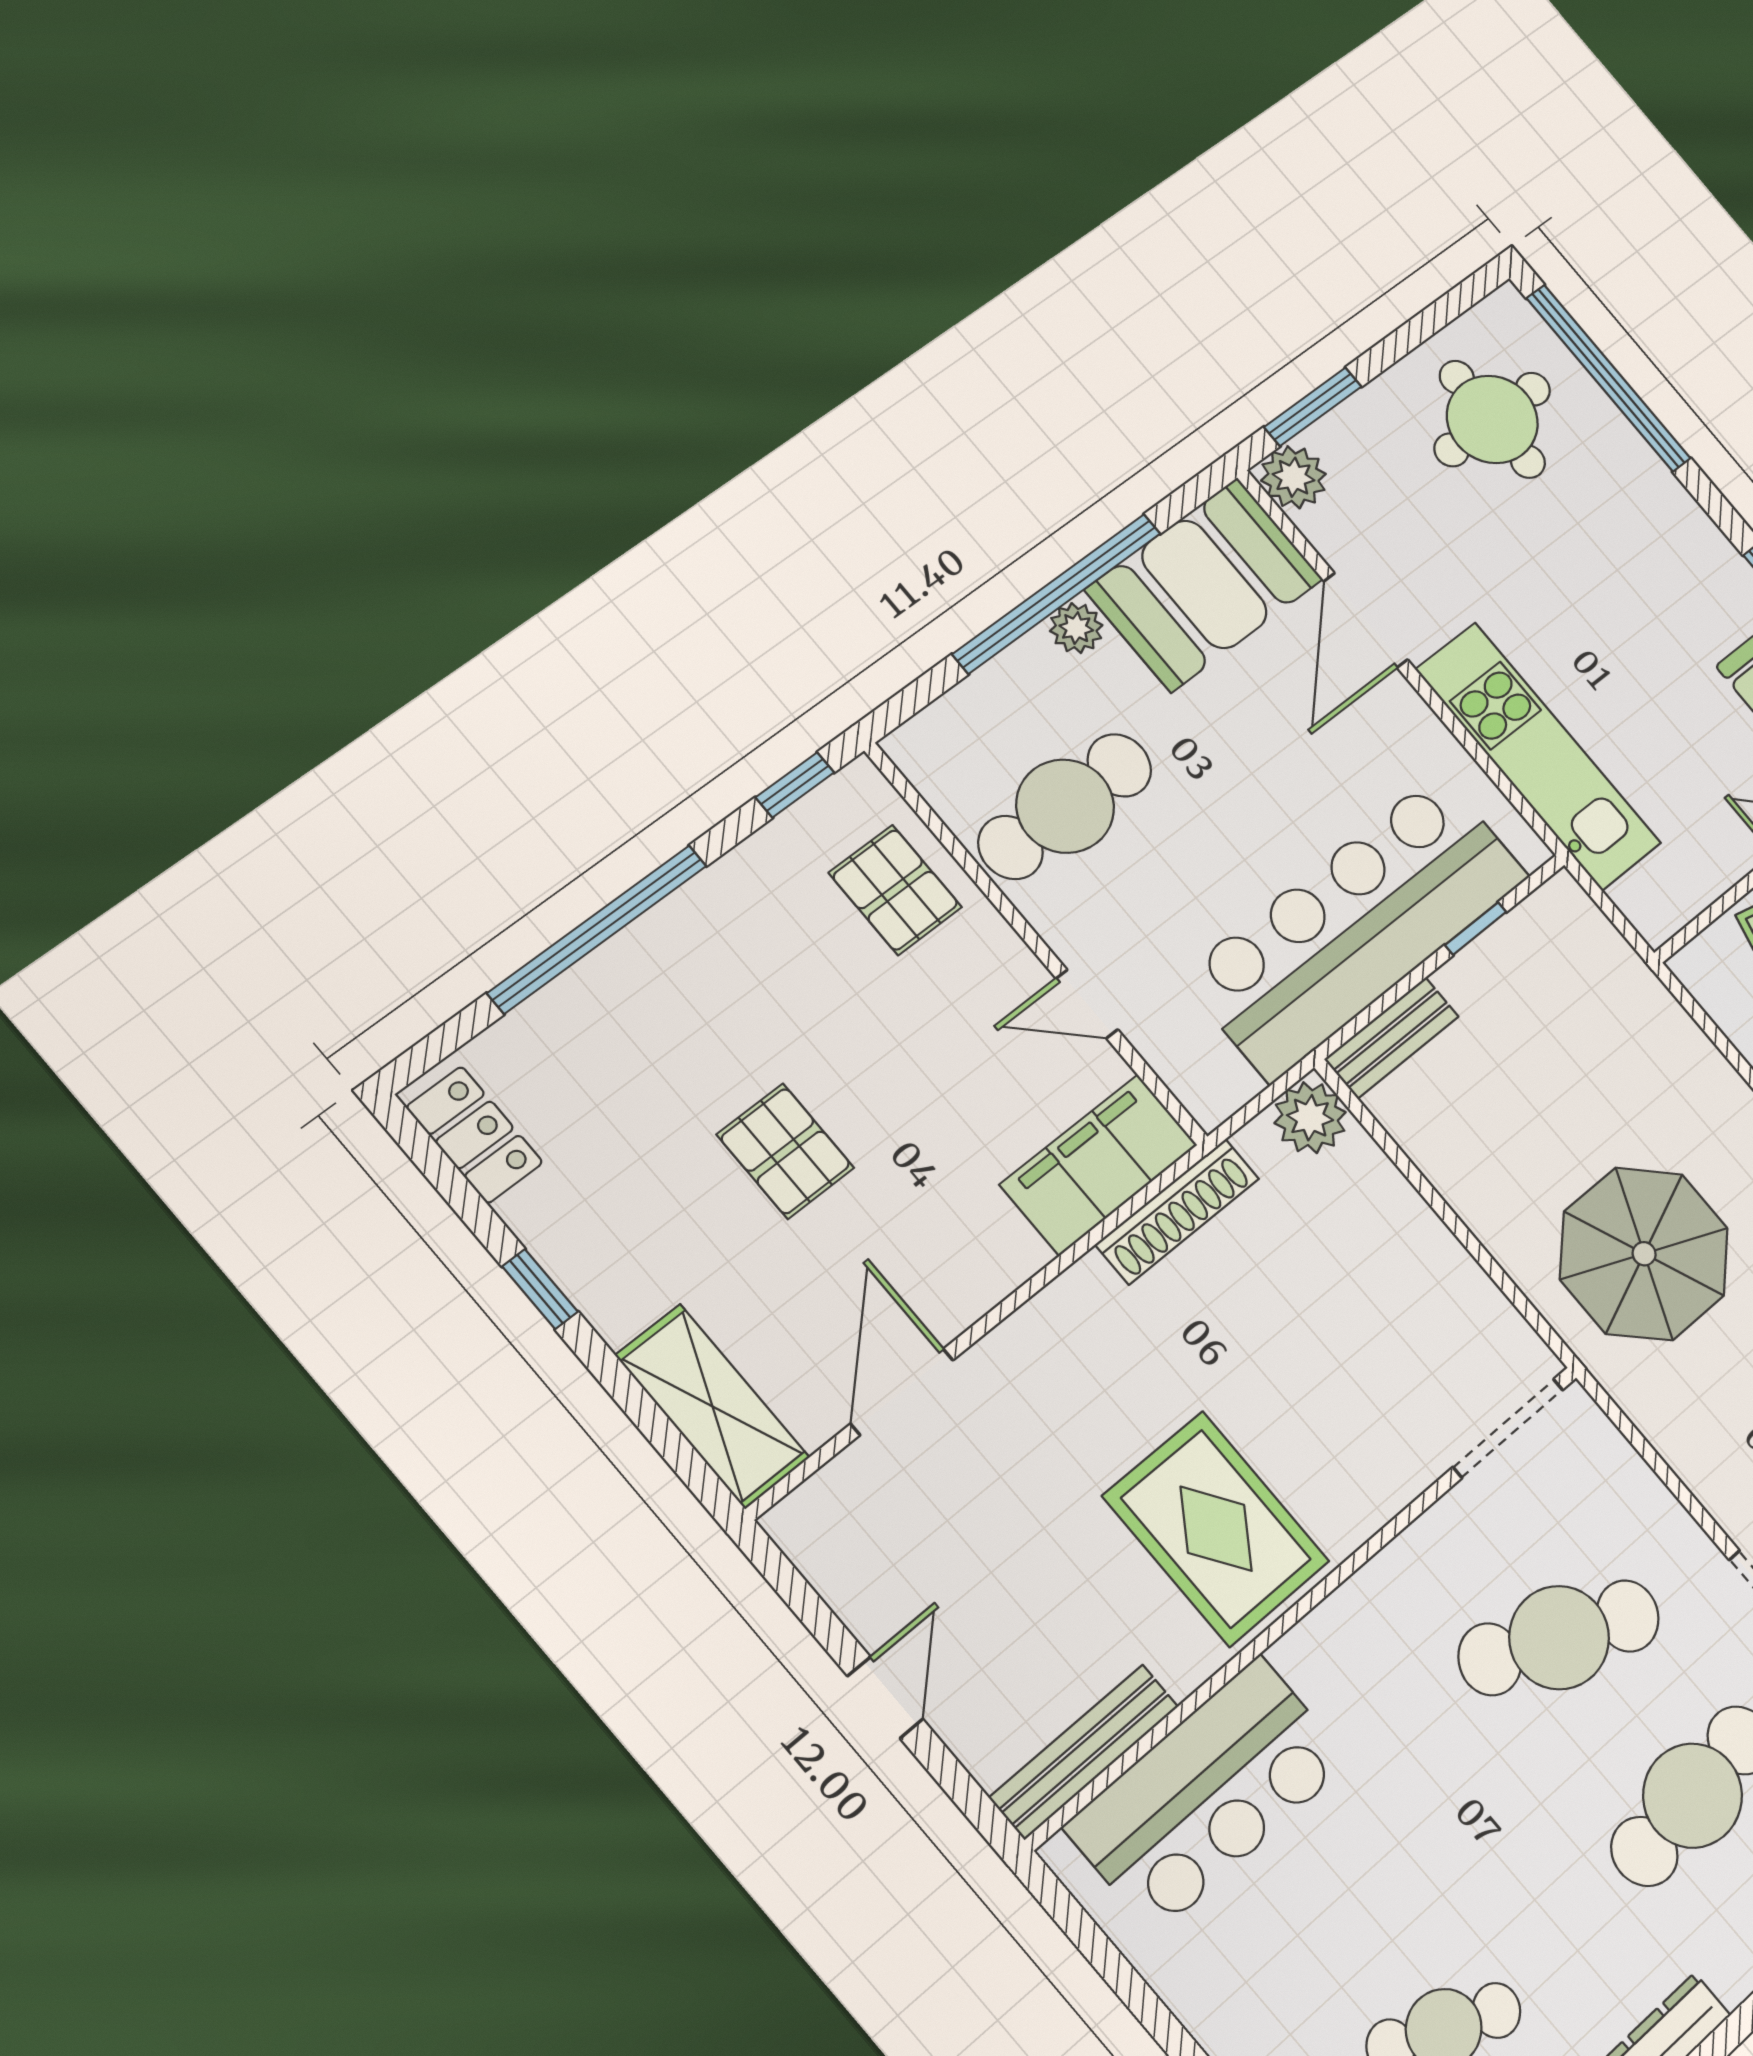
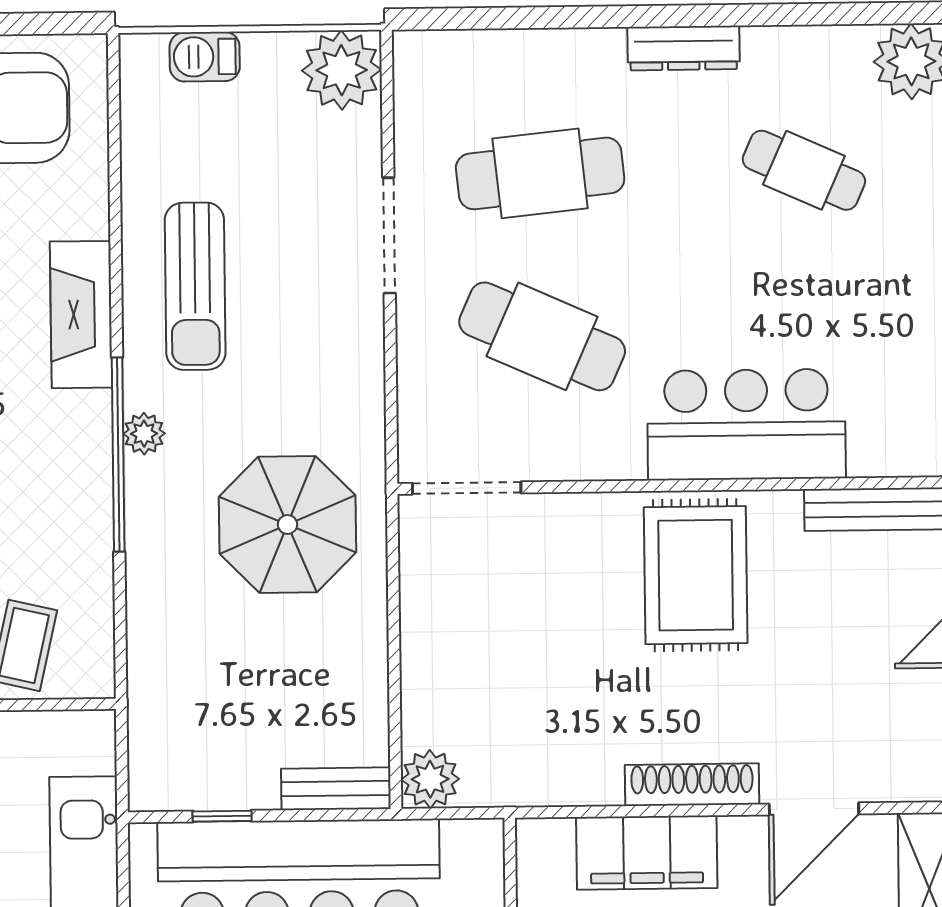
filing cabinet: (1099, 1165) -> (647, 853), moved
shoe rack: (1177, 1211) -> (692, 785), moved
bar counter: (1208, 1794) -> (746, 425), moved

